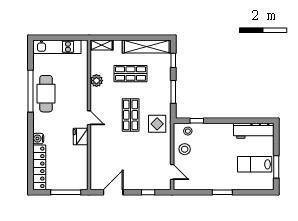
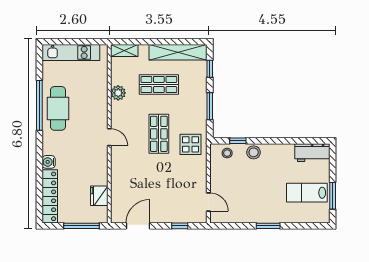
workbench: (254, 131) -> (312, 153), width x0.73
fridge: (81, 136) -> (99, 196), moved
stool: (185, 149) -> (254, 152), moved

